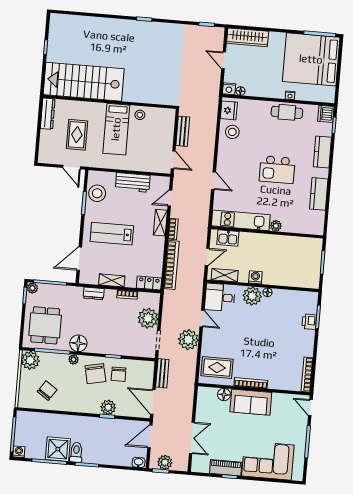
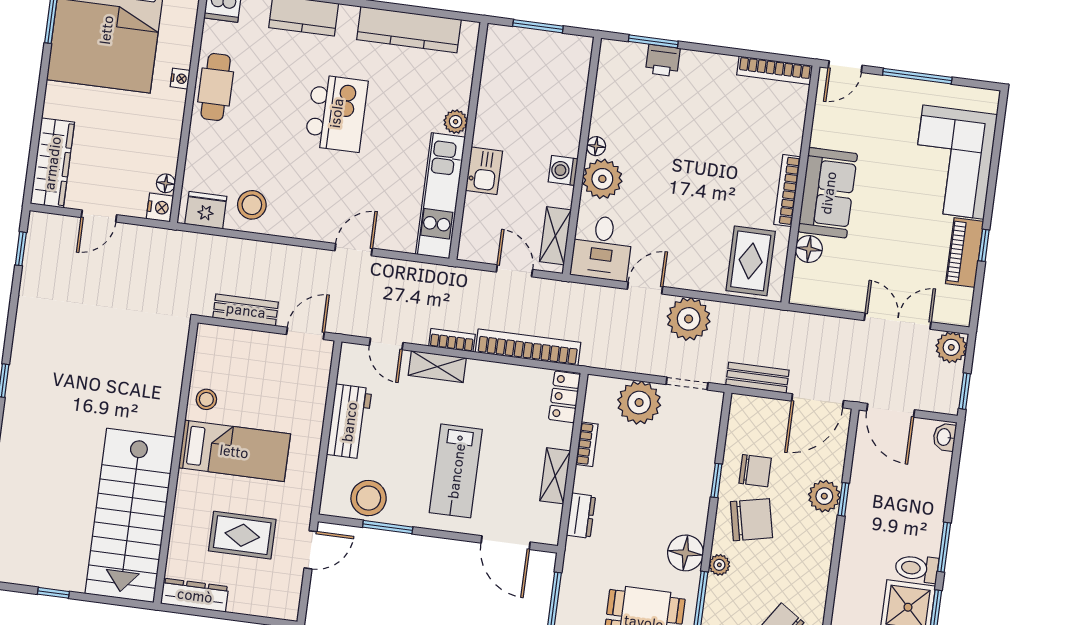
kitchen counter: (319, 194) -> (409, 30), width x1.50
kitchen sink: (228, 238) -> (484, 171), moved
plant: (165, 462) -> (951, 347), moved

